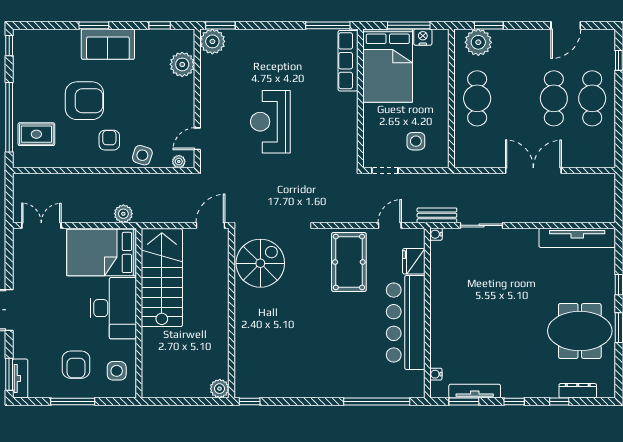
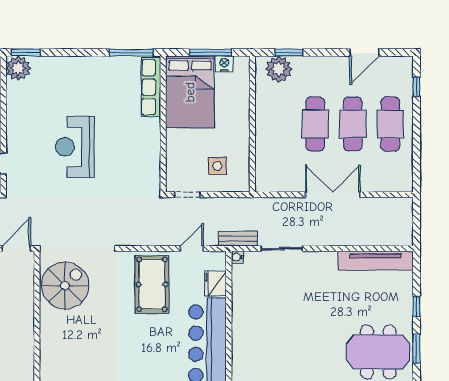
cafe table: (477, 98) -> (315, 124), moved

